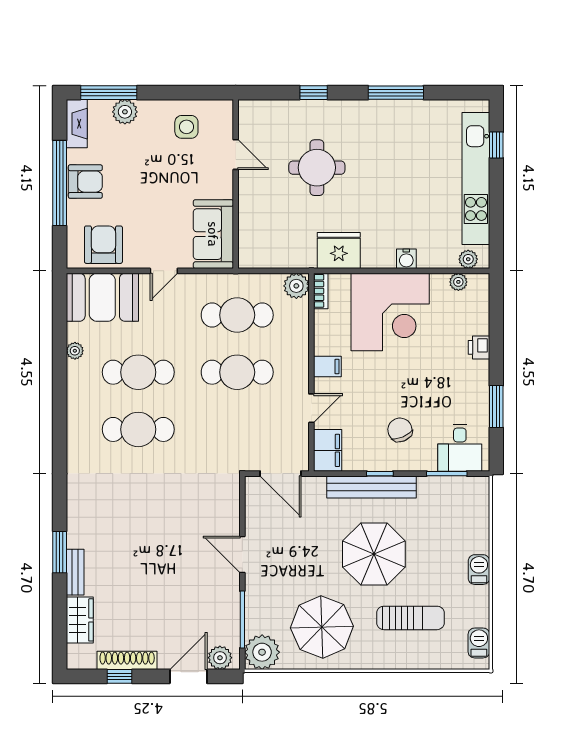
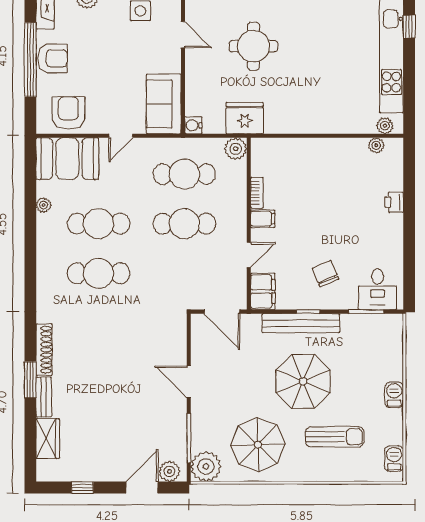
fridge: (339, 250) -> (245, 118), moved
water cooler: (406, 259) -> (193, 125), moved, turned 90
bookcase: (321, 291) -> (257, 193), moved
corner desk: (390, 312) -> (317, 171), removed
window: (496, 407) -> (409, 253), removed
shoe rack: (127, 660) -> (44, 350), moved, turned 90

